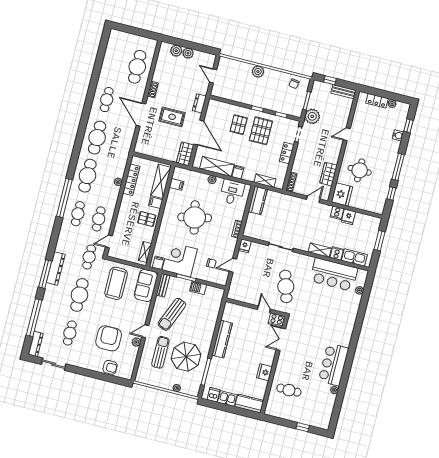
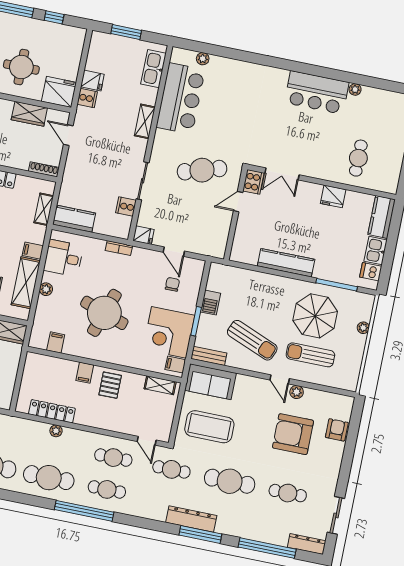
shelving: (161, 181) -> (52, 366), removed
round table: (195, 217) -> (104, 313), turned 31
cooker: (337, 253) -> (126, 206), moved

